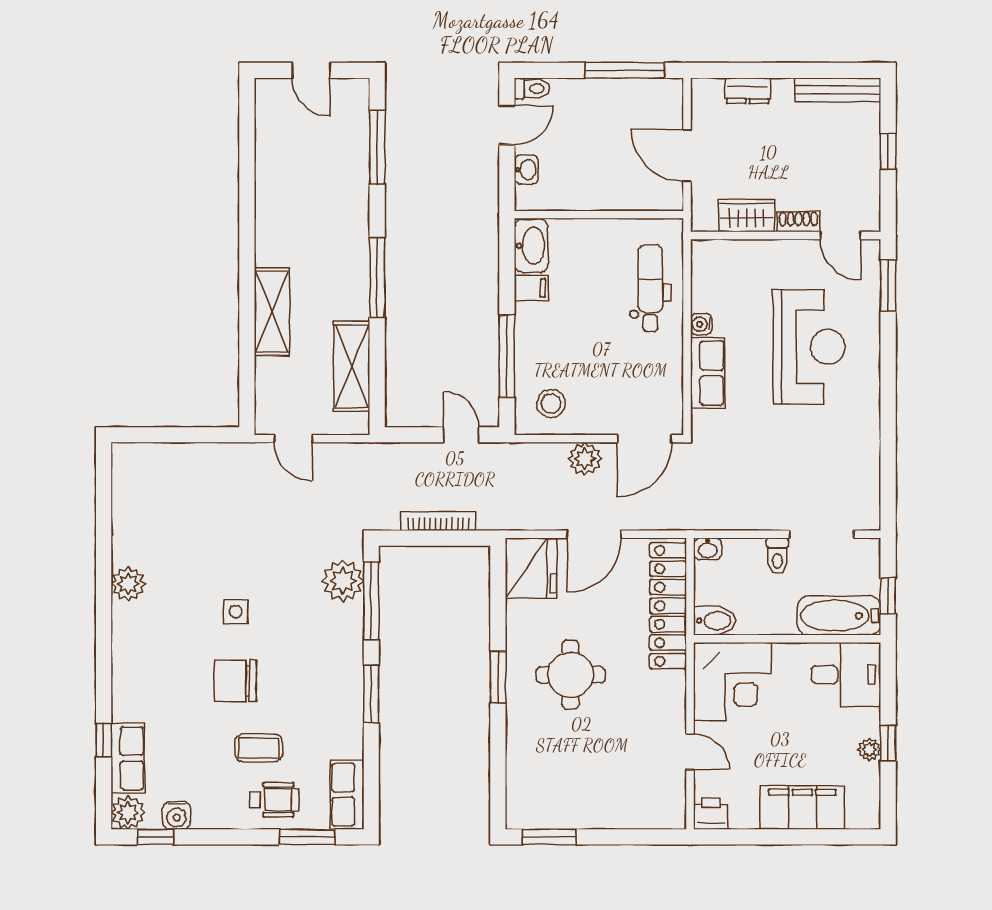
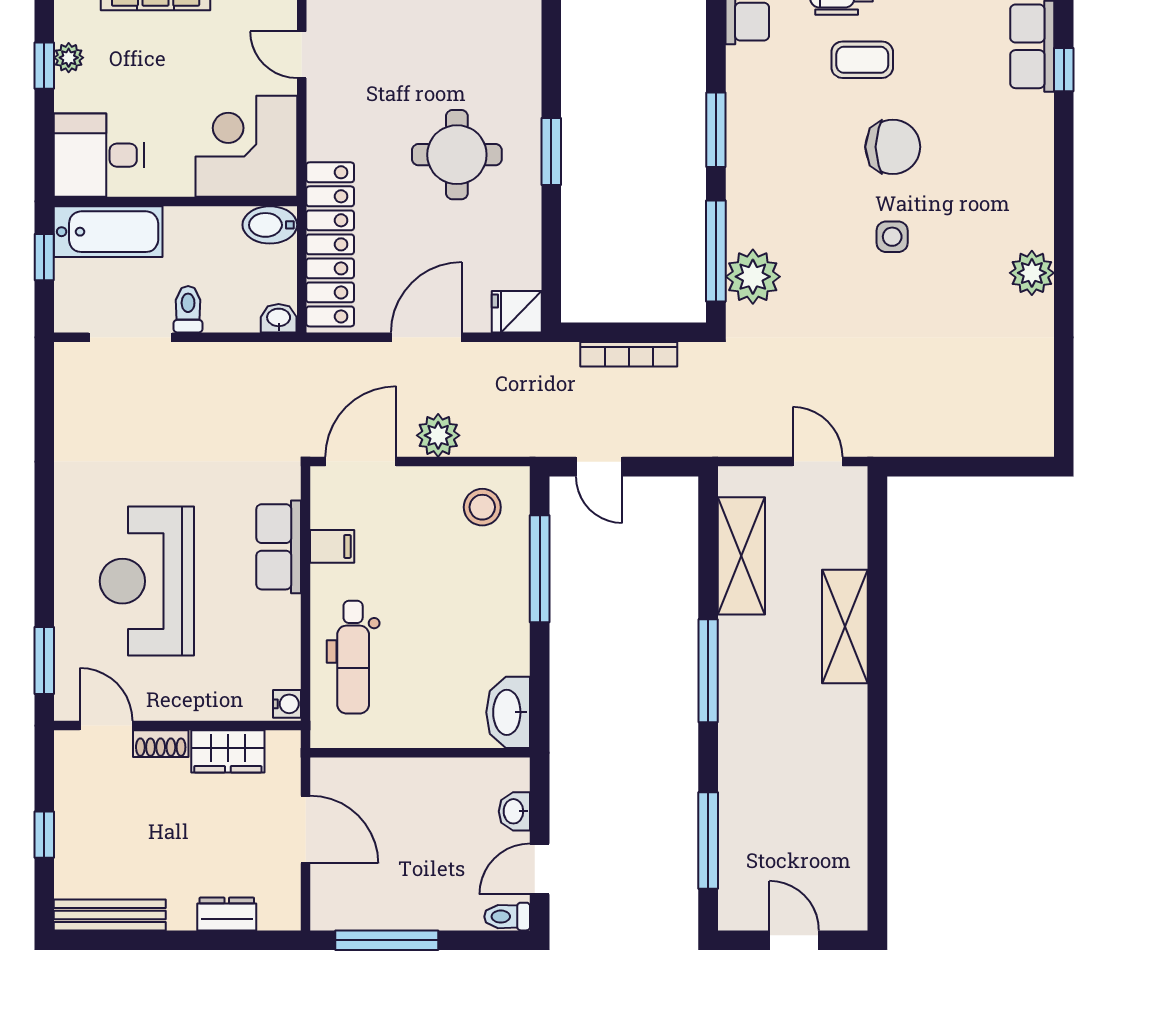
filing cabinet: (531, 288) -> (332, 546), moved, turned 180
water cooler: (701, 324) -> (287, 704), moved
fridge: (531, 568) -> (517, 312), width x0.53, depth x0.75

